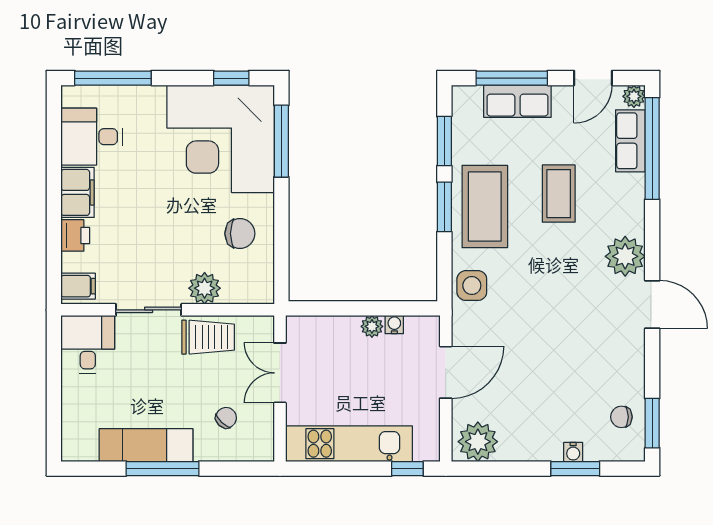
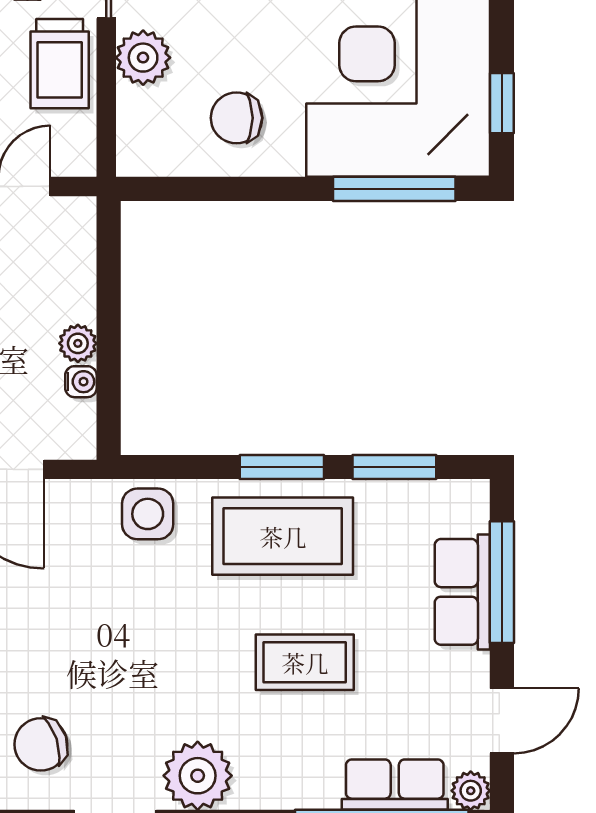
door: (593, 78) -> (502, 721), swing flipped
chair: (240, 234) -> (236, 118), turned 90
chair: (607, 348) -> (41, 744), added

